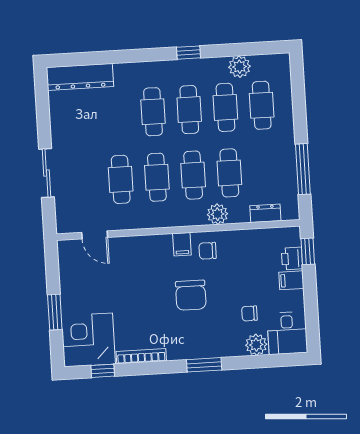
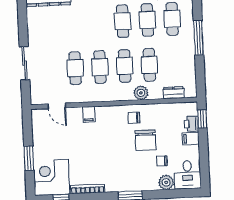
cafe table: (153, 112) -> (98, 22), removed
window: (303, 169) -> (199, 38), moved
filing cabinet: (182, 244) -> (89, 114), moved
chair: (191, 295) -> (145, 140), moved

